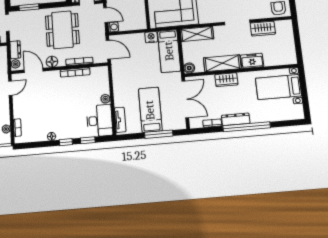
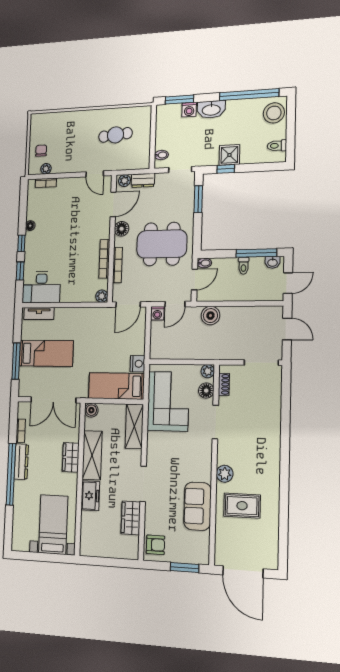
plant: (105, 99) -> (102, 296), moved

